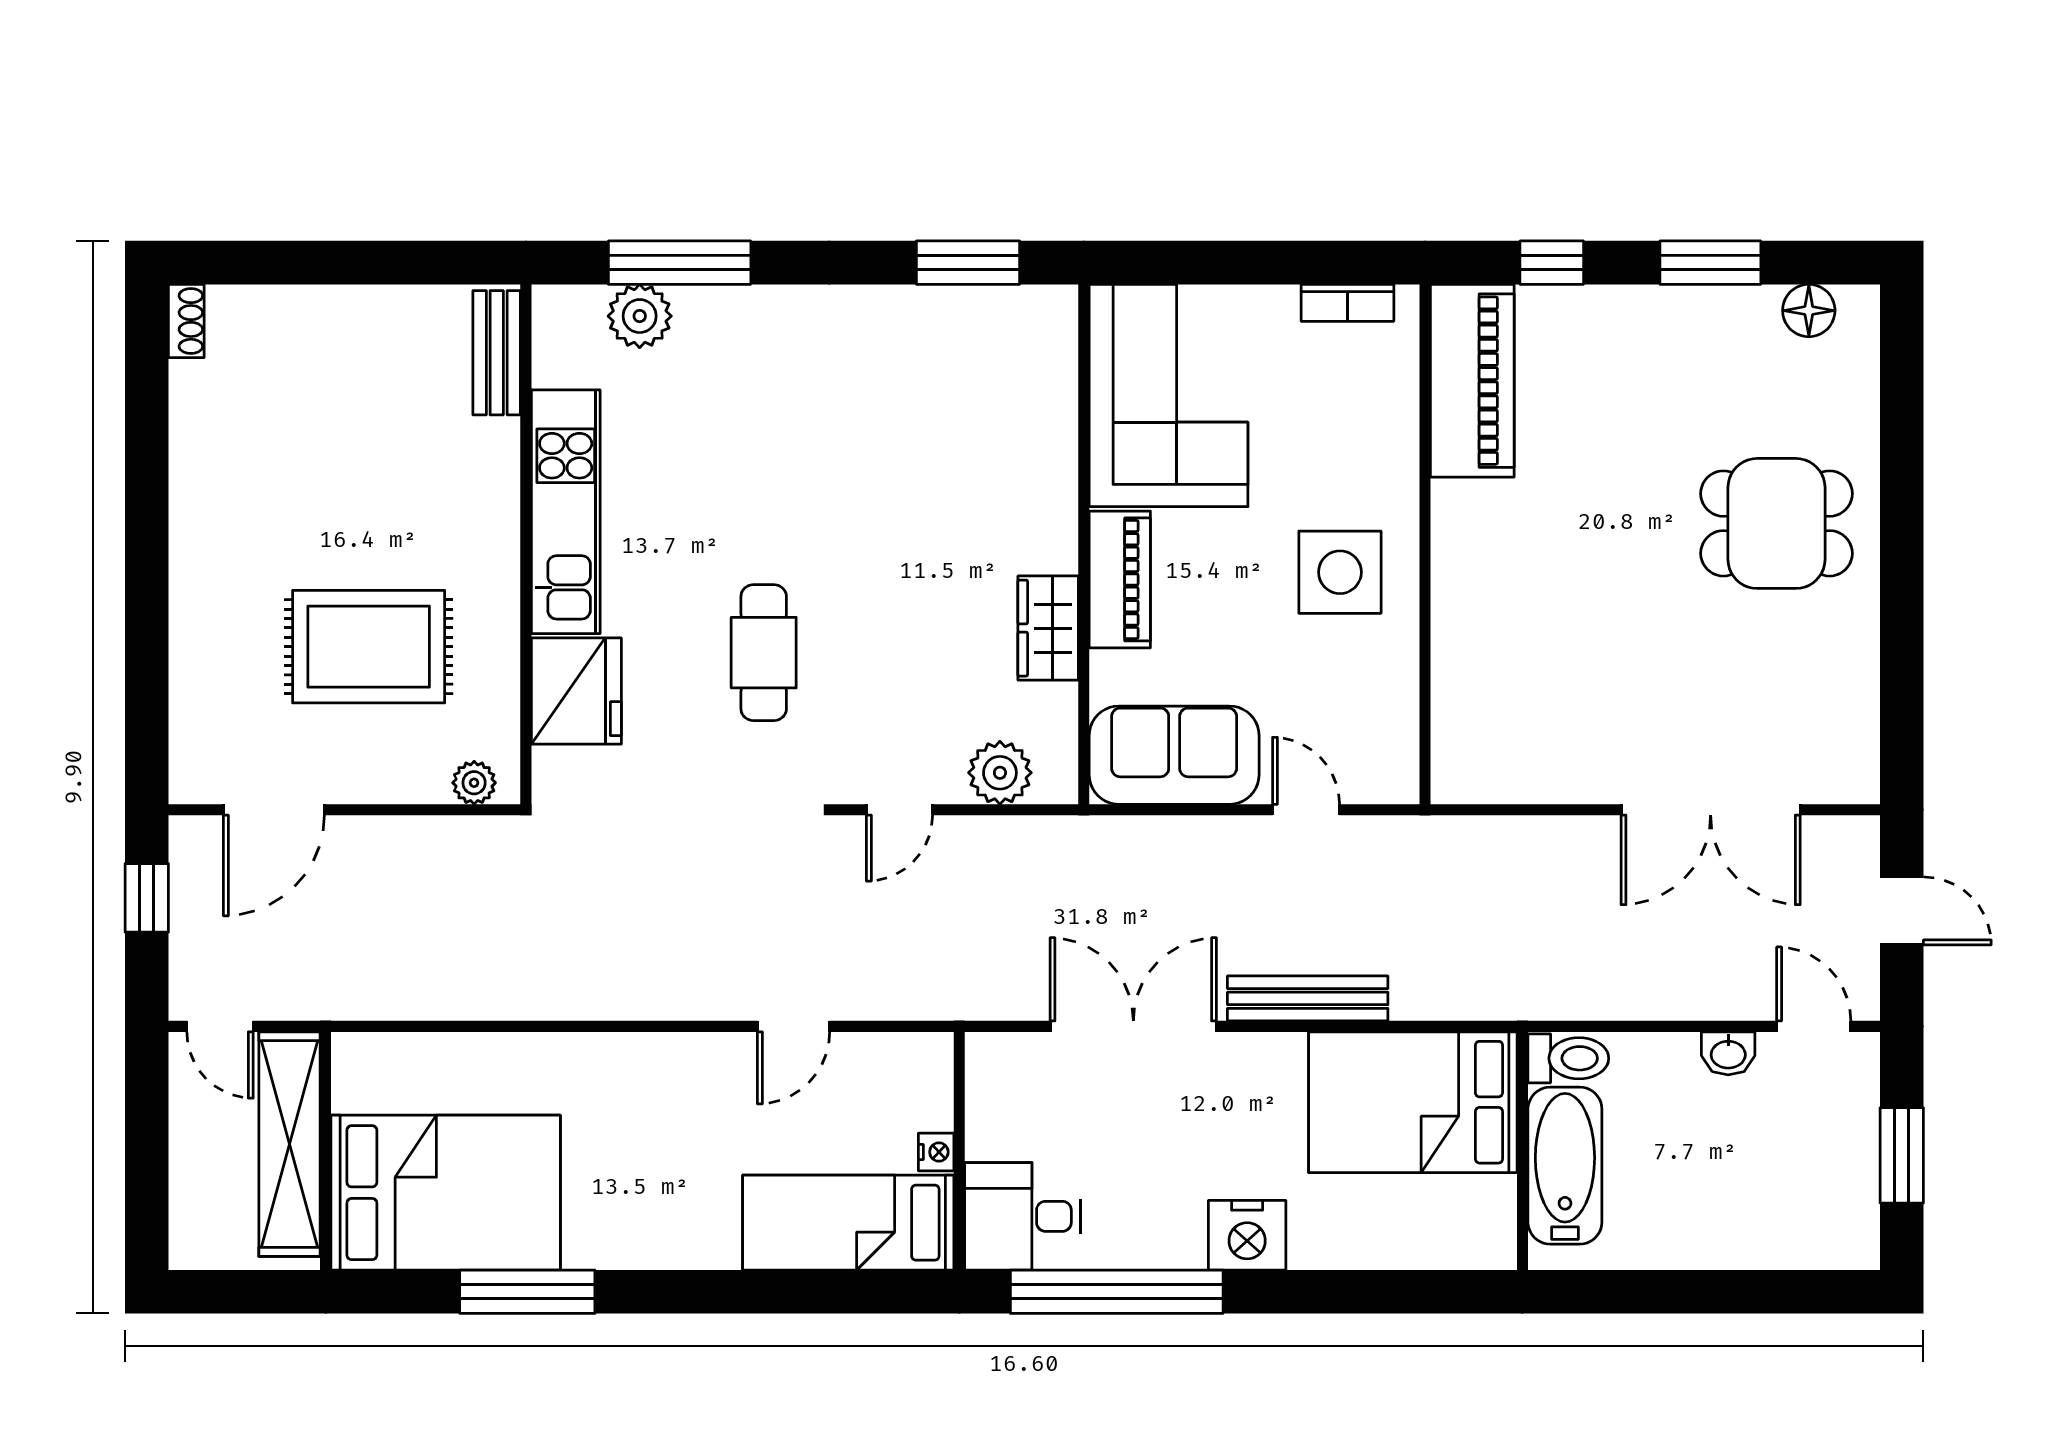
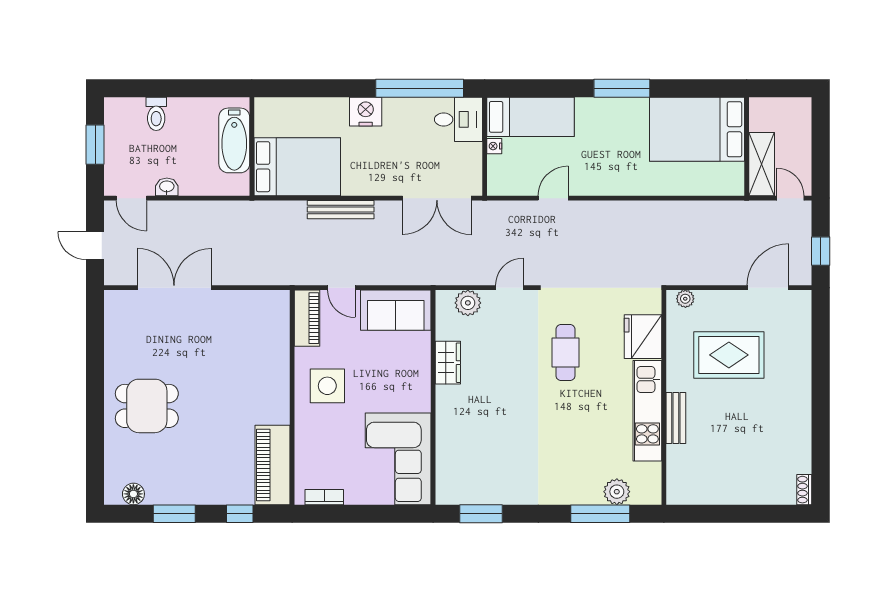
bench: (497, 353) -> (676, 418), moved
piano: (1120, 579) -> (307, 318), moved, turned 180
double door: (1133, 1026) -> (437, 198), moved
toilet: (1568, 1058) -> (156, 114), moved, turned -90
shelving: (289, 1144) -> (762, 164), width x0.68
window: (527, 1292) -> (622, 88), moved

